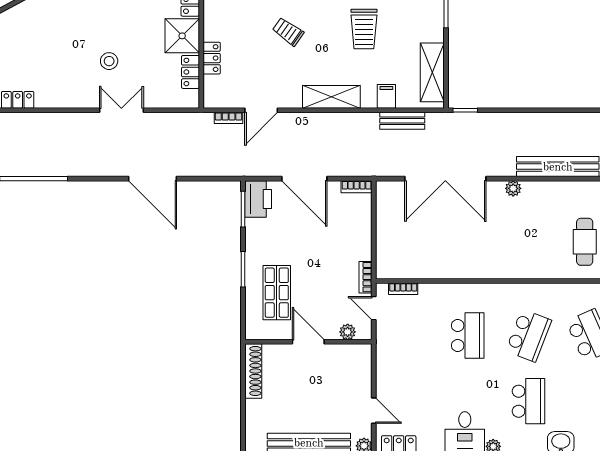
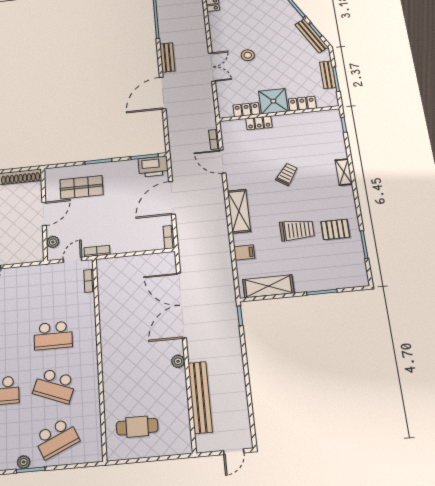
trolley: (364, 29) -> (297, 230), turned 180
bench: (402, 121) -> (167, 57), moved

